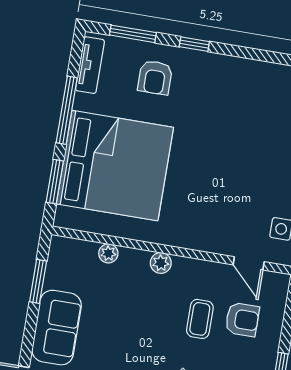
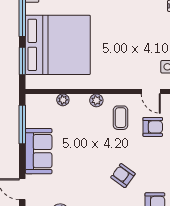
window: (38, 281) -> (22, 124), width x1.44
coffee table: (200, 319) -> (121, 118), moved

